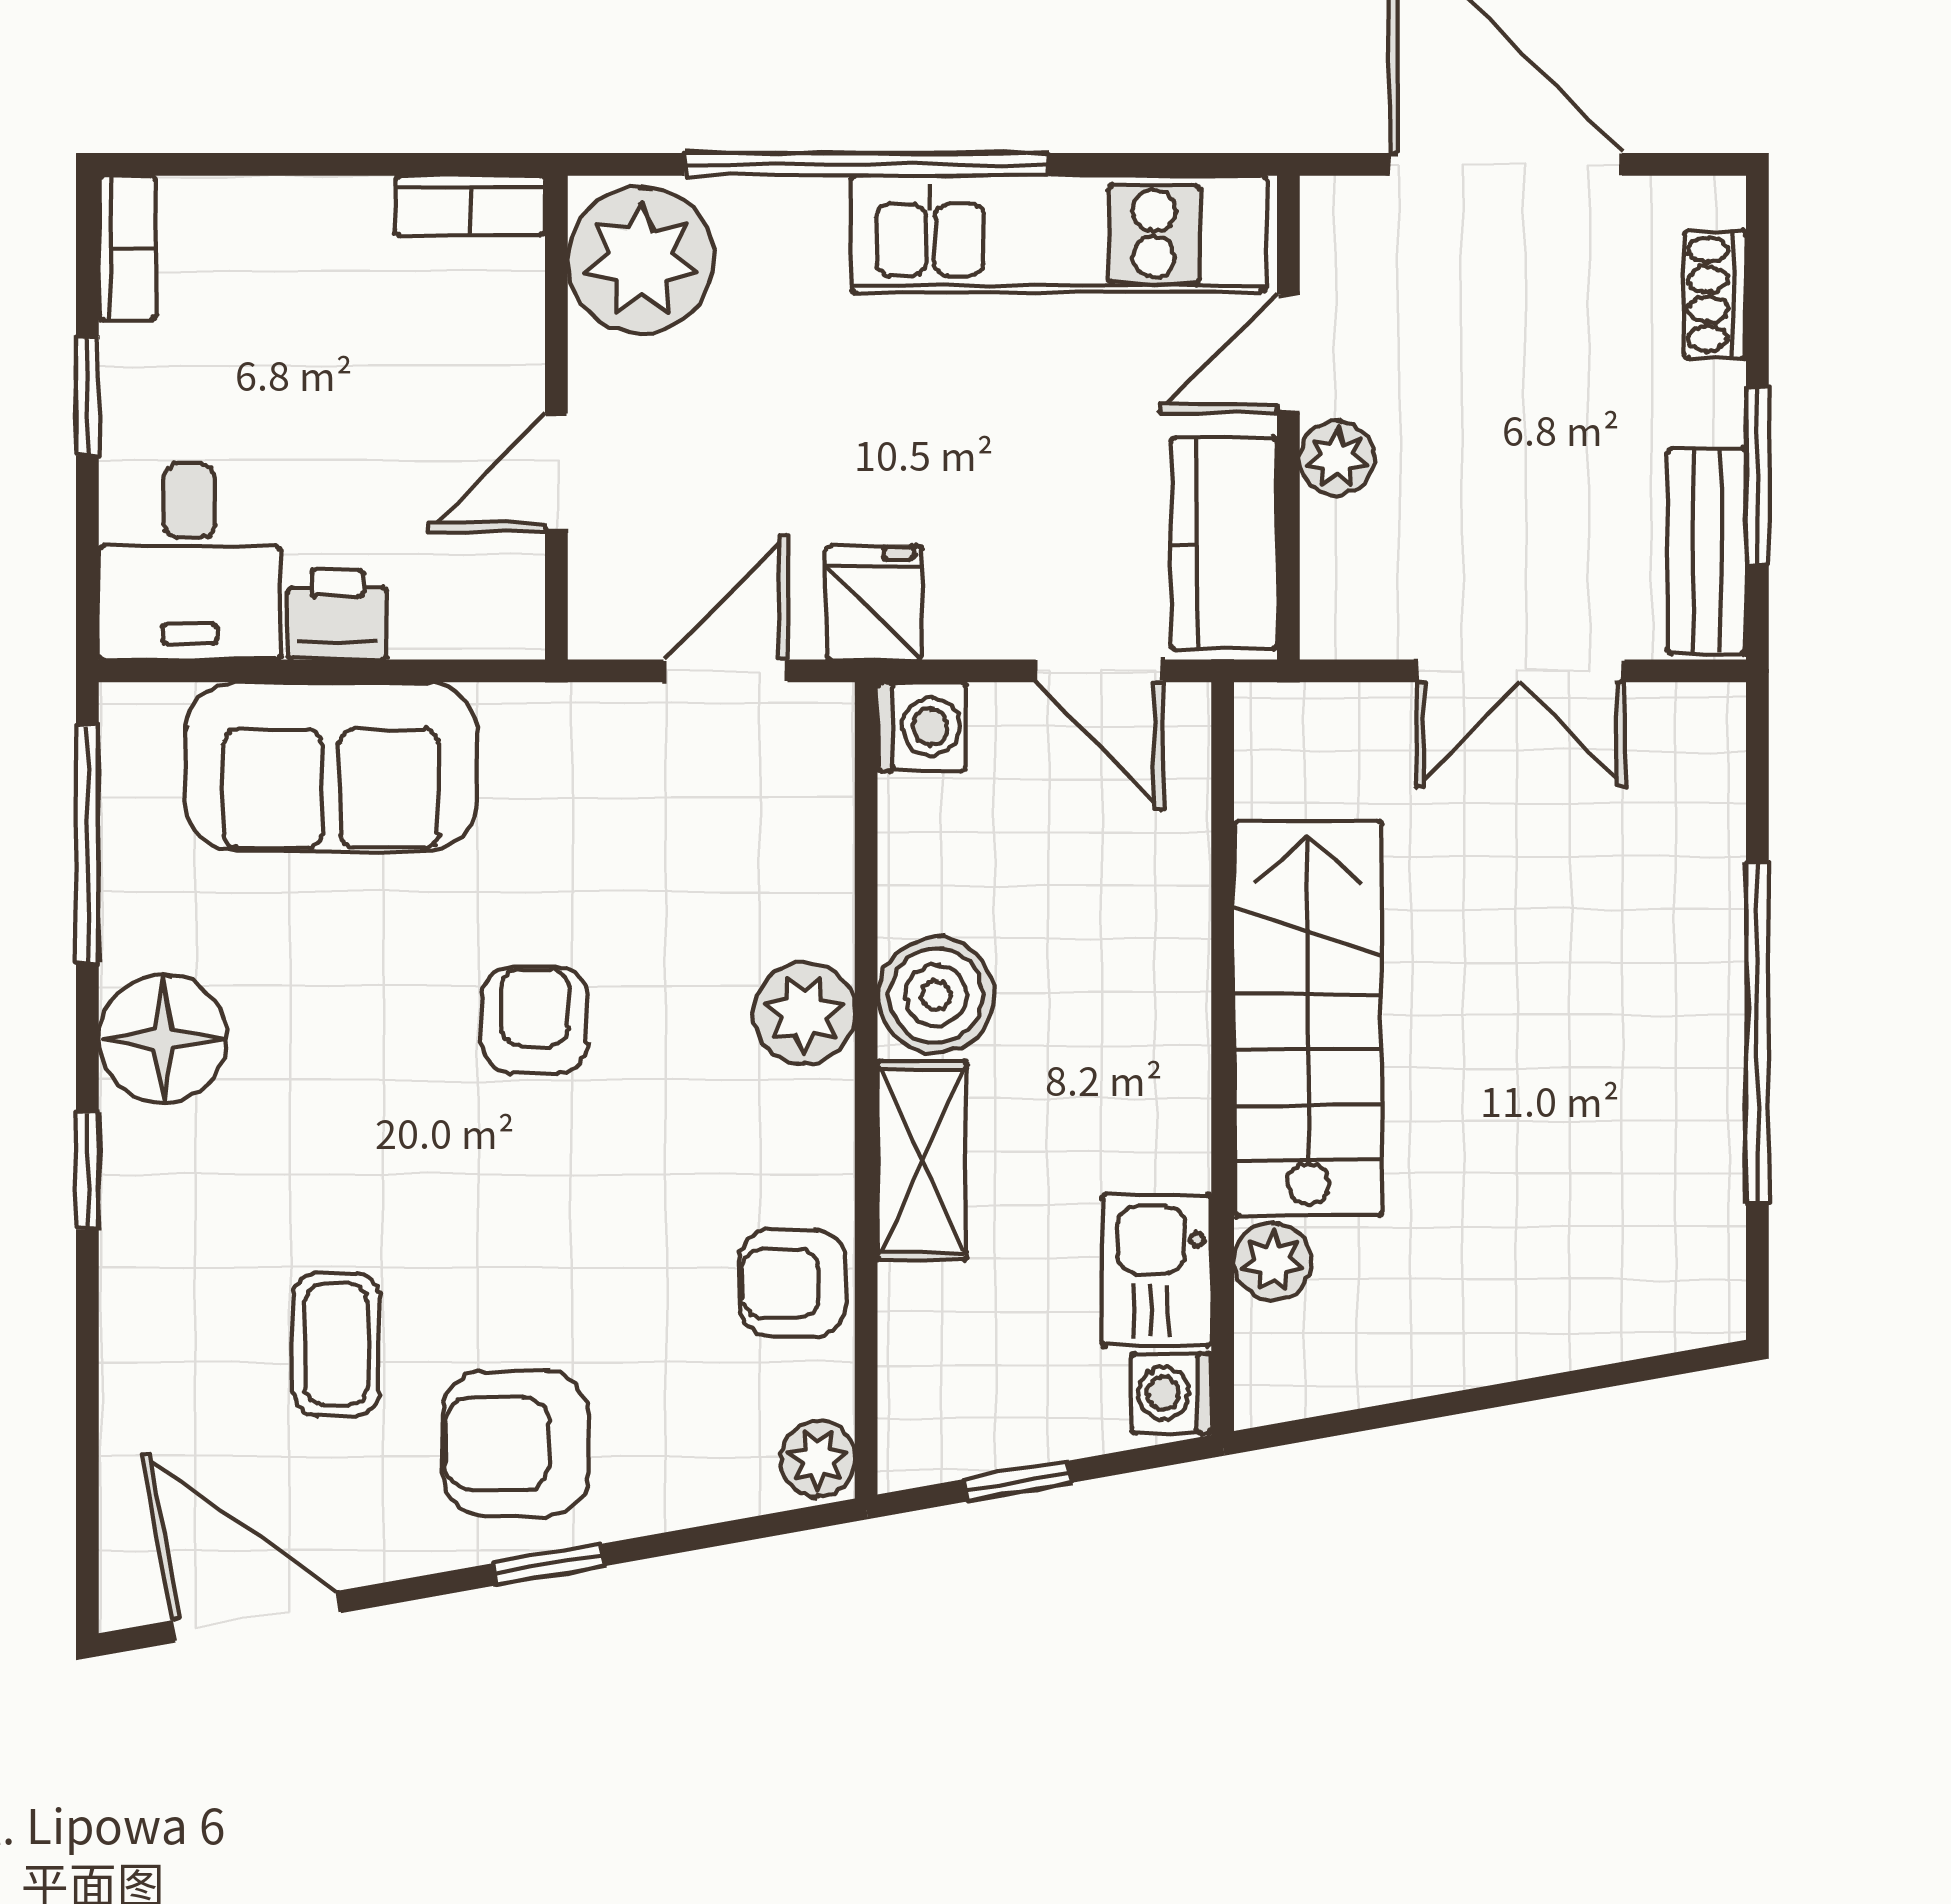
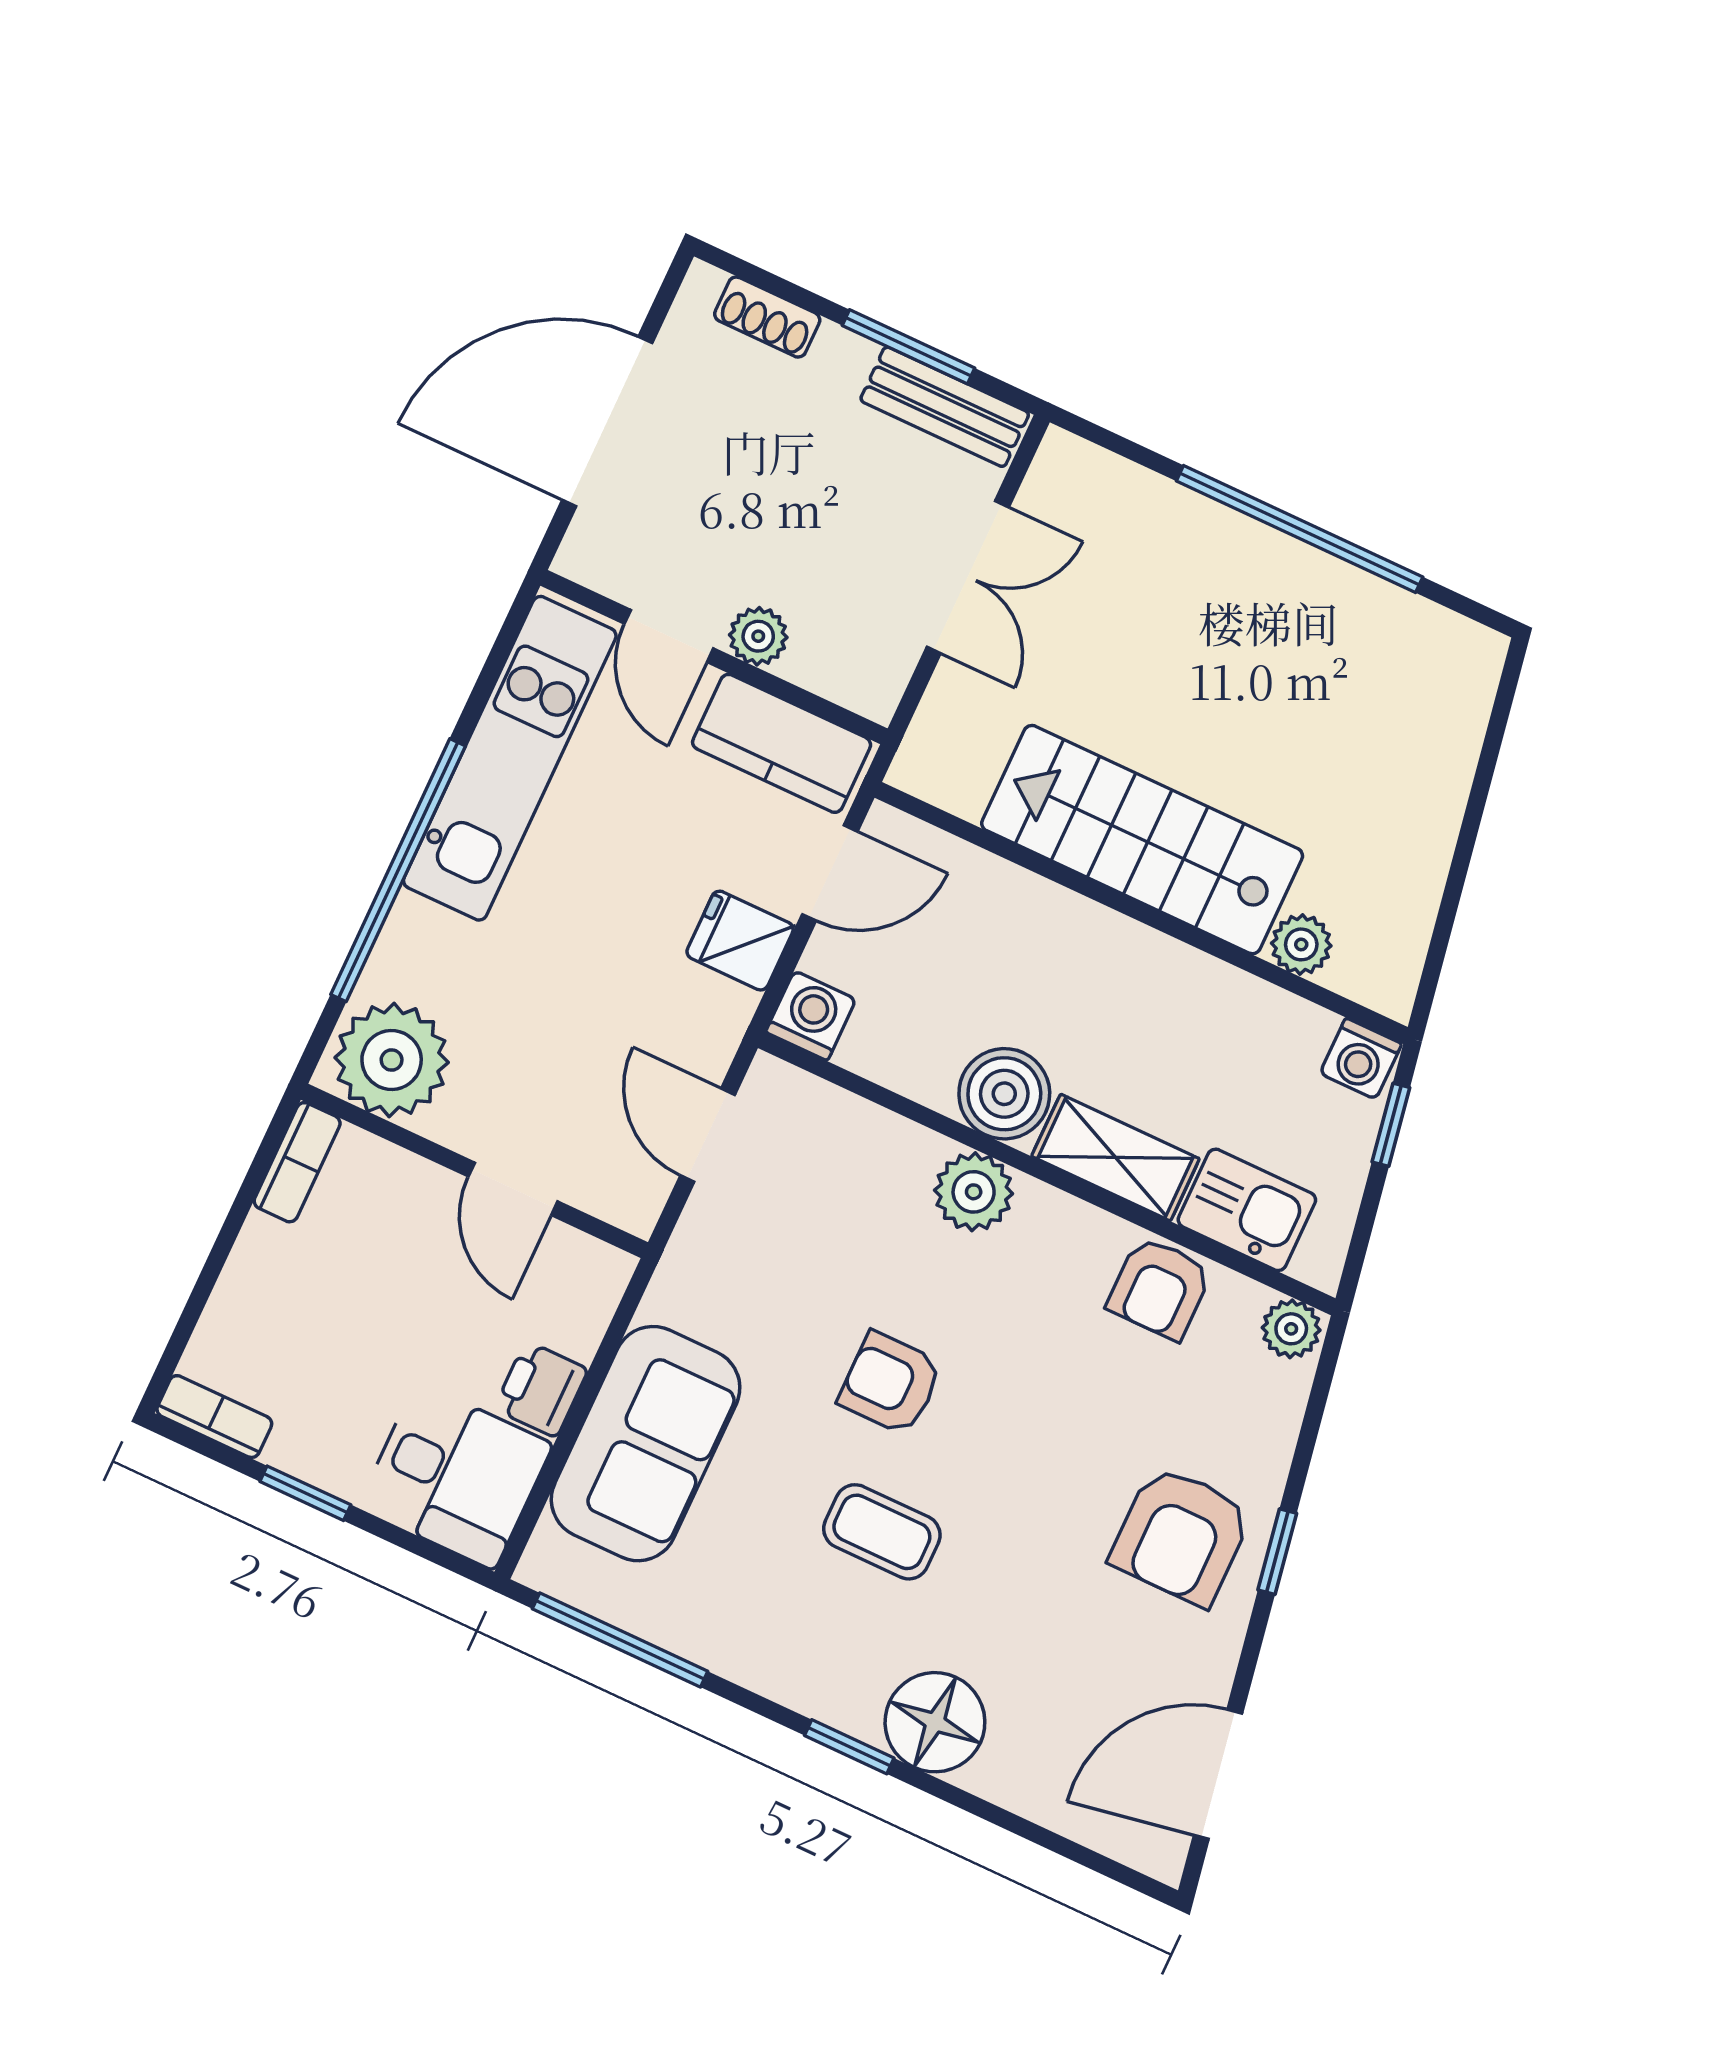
fridge: (874, 603) -> (740, 941), moved
floor lamp: (163, 1039) -> (935, 1722), moved
kitchen sink: (1156, 1270) -> (1247, 1210), moved, turned 180
coffee table: (336, 1344) -> (882, 1532), moved
window: (1017, 1481) -> (1391, 1125), moved

